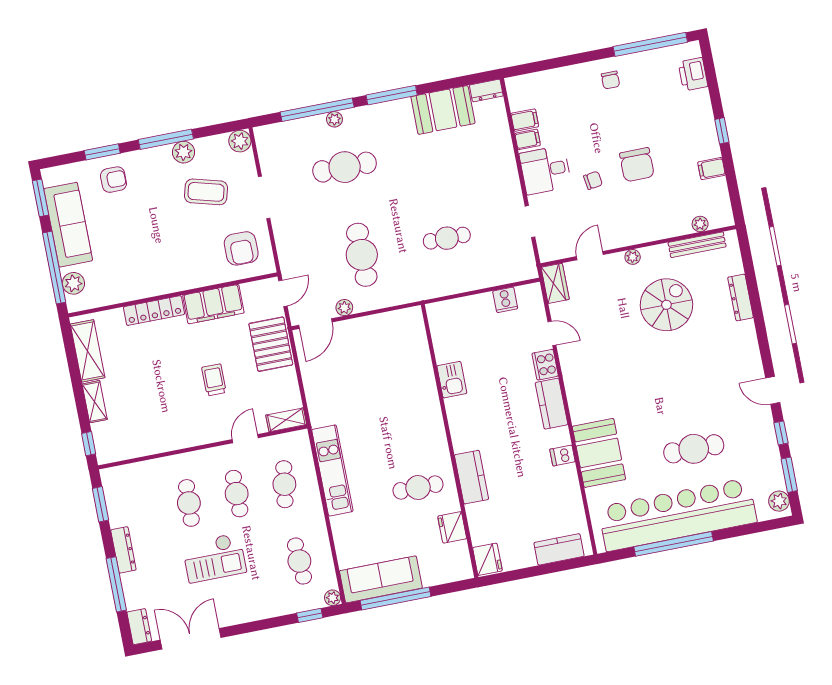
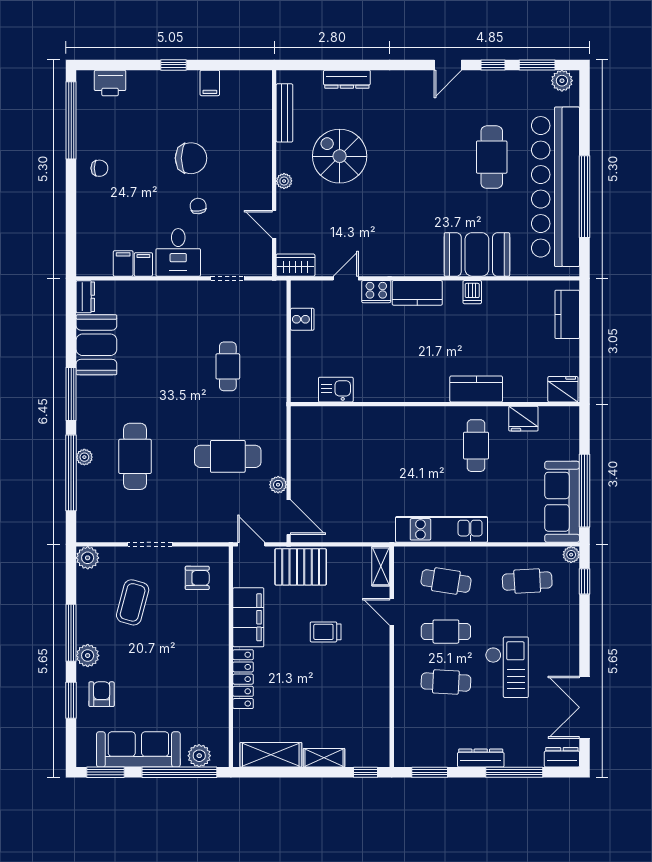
plant: (183, 152) -> (88, 656), moved
plant: (700, 224) -> (264, 106), removed
armchair: (241, 248) -> (197, 578), width x0.72, depth x0.72
kitchen sink: (452, 380) -> (336, 390), moved

